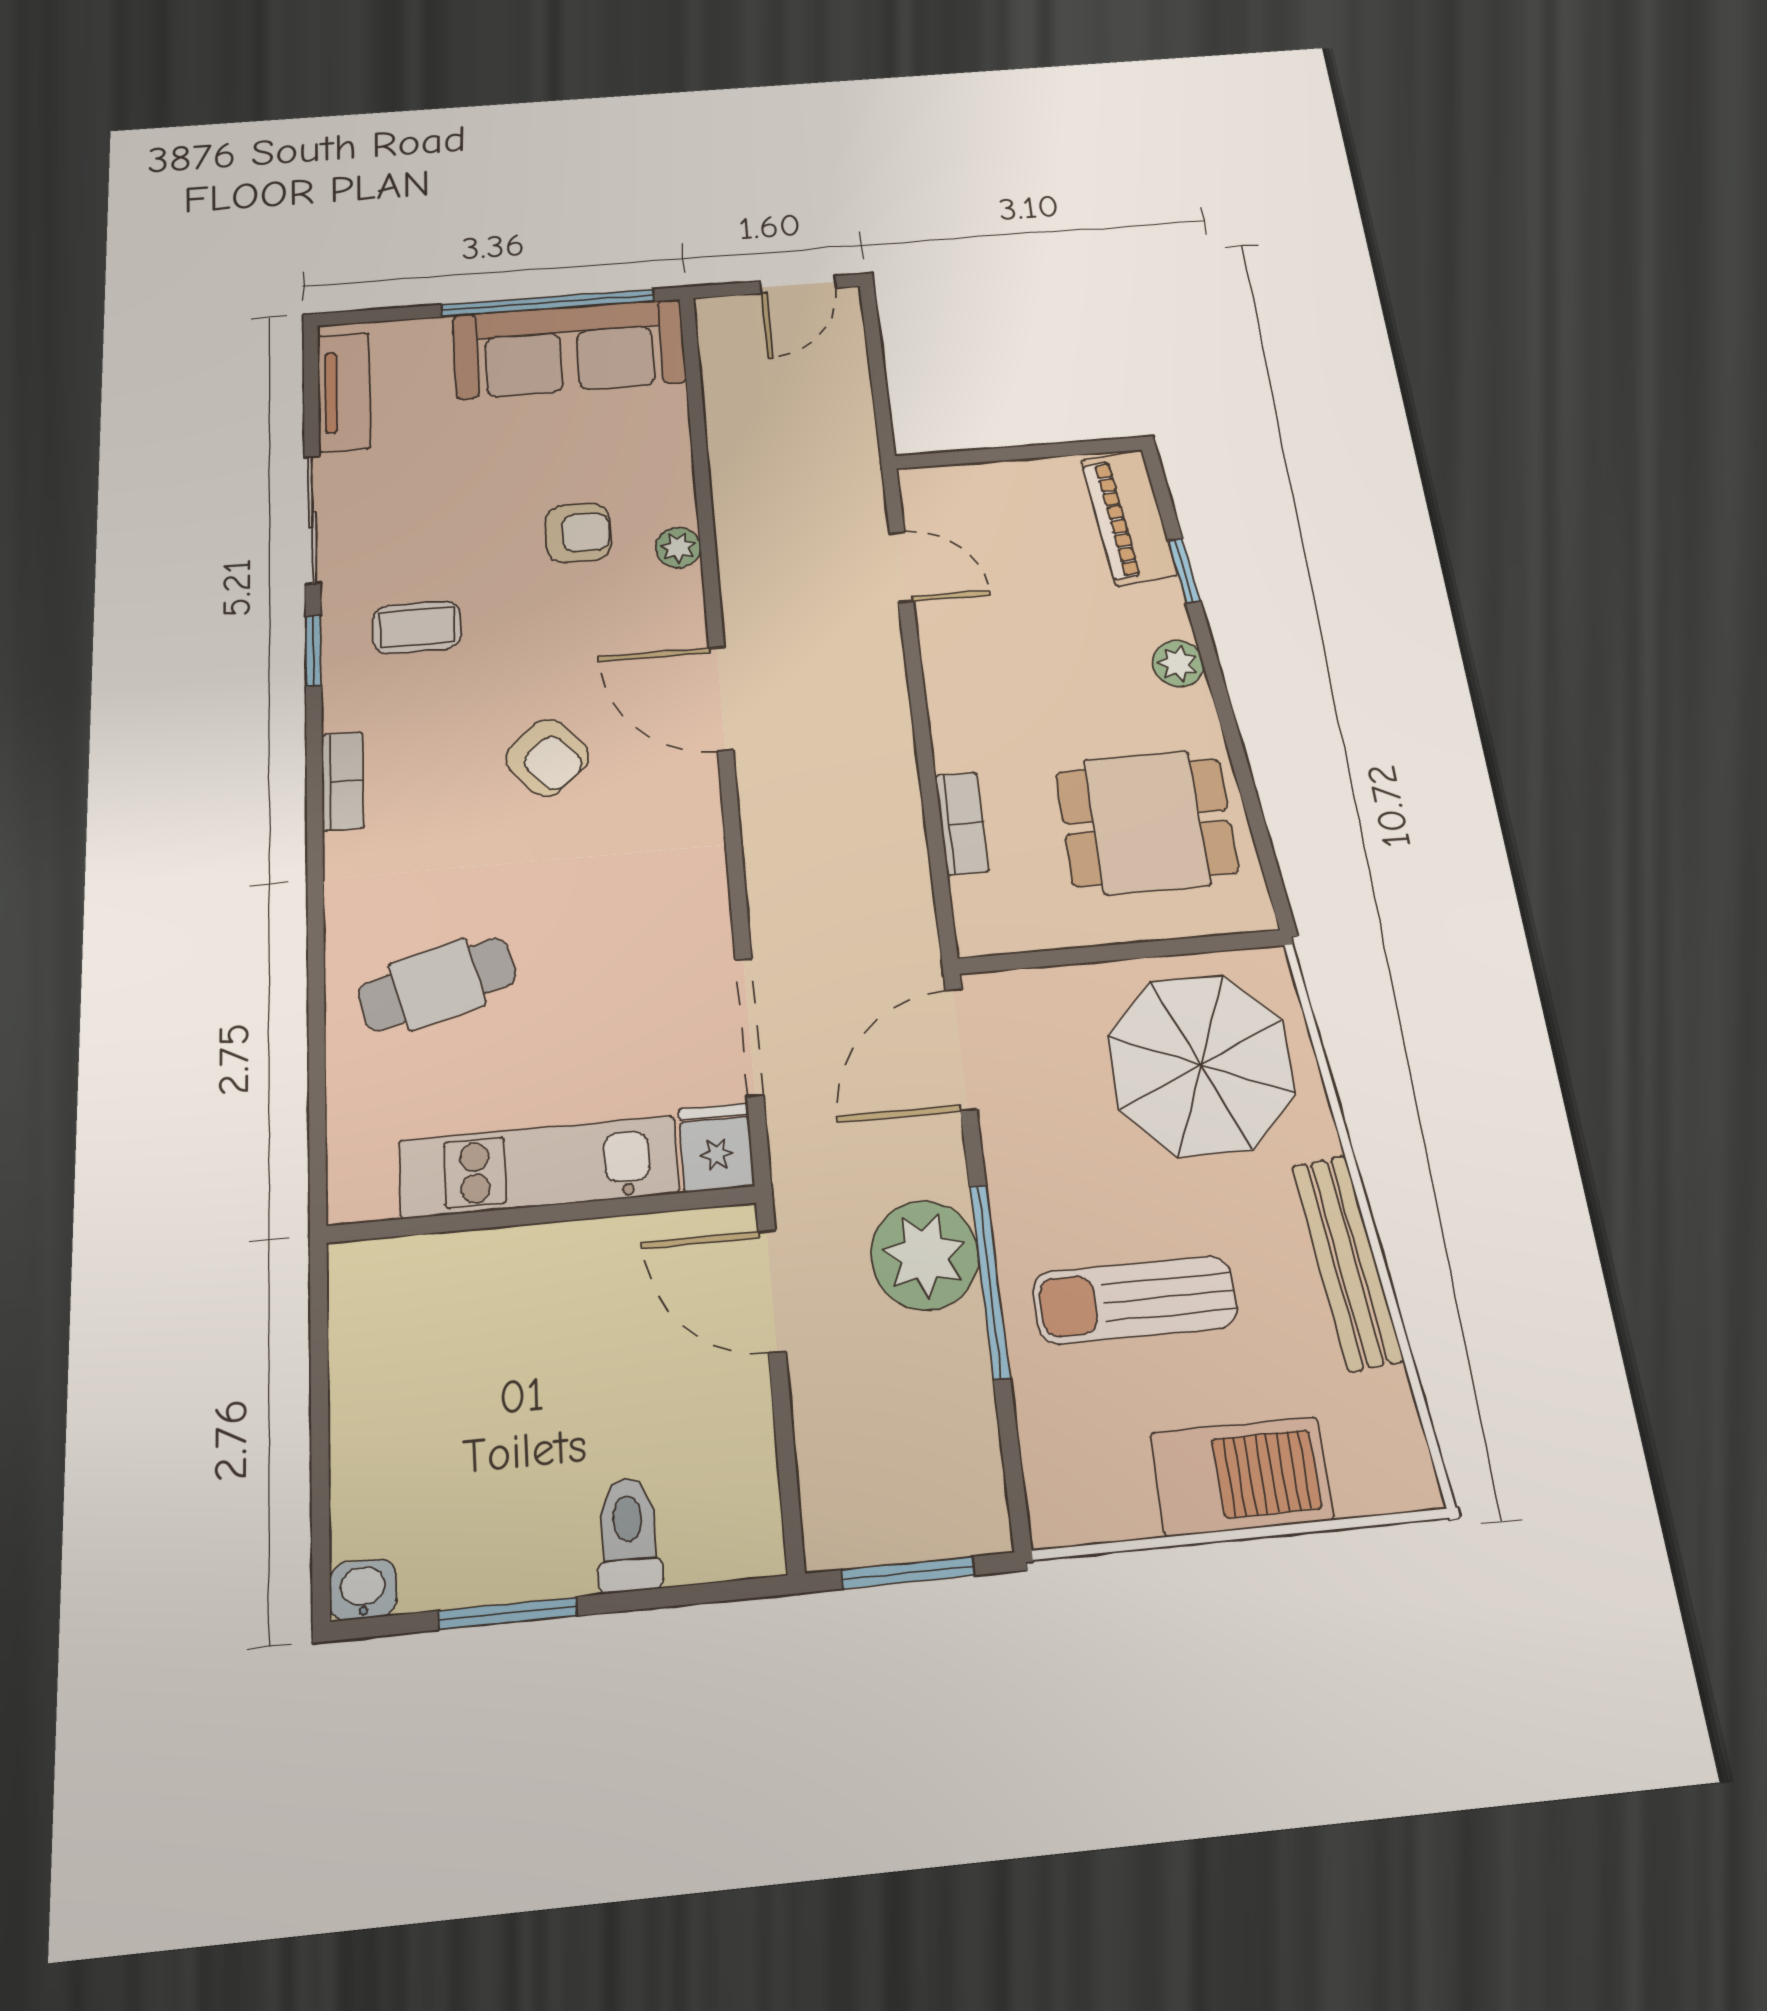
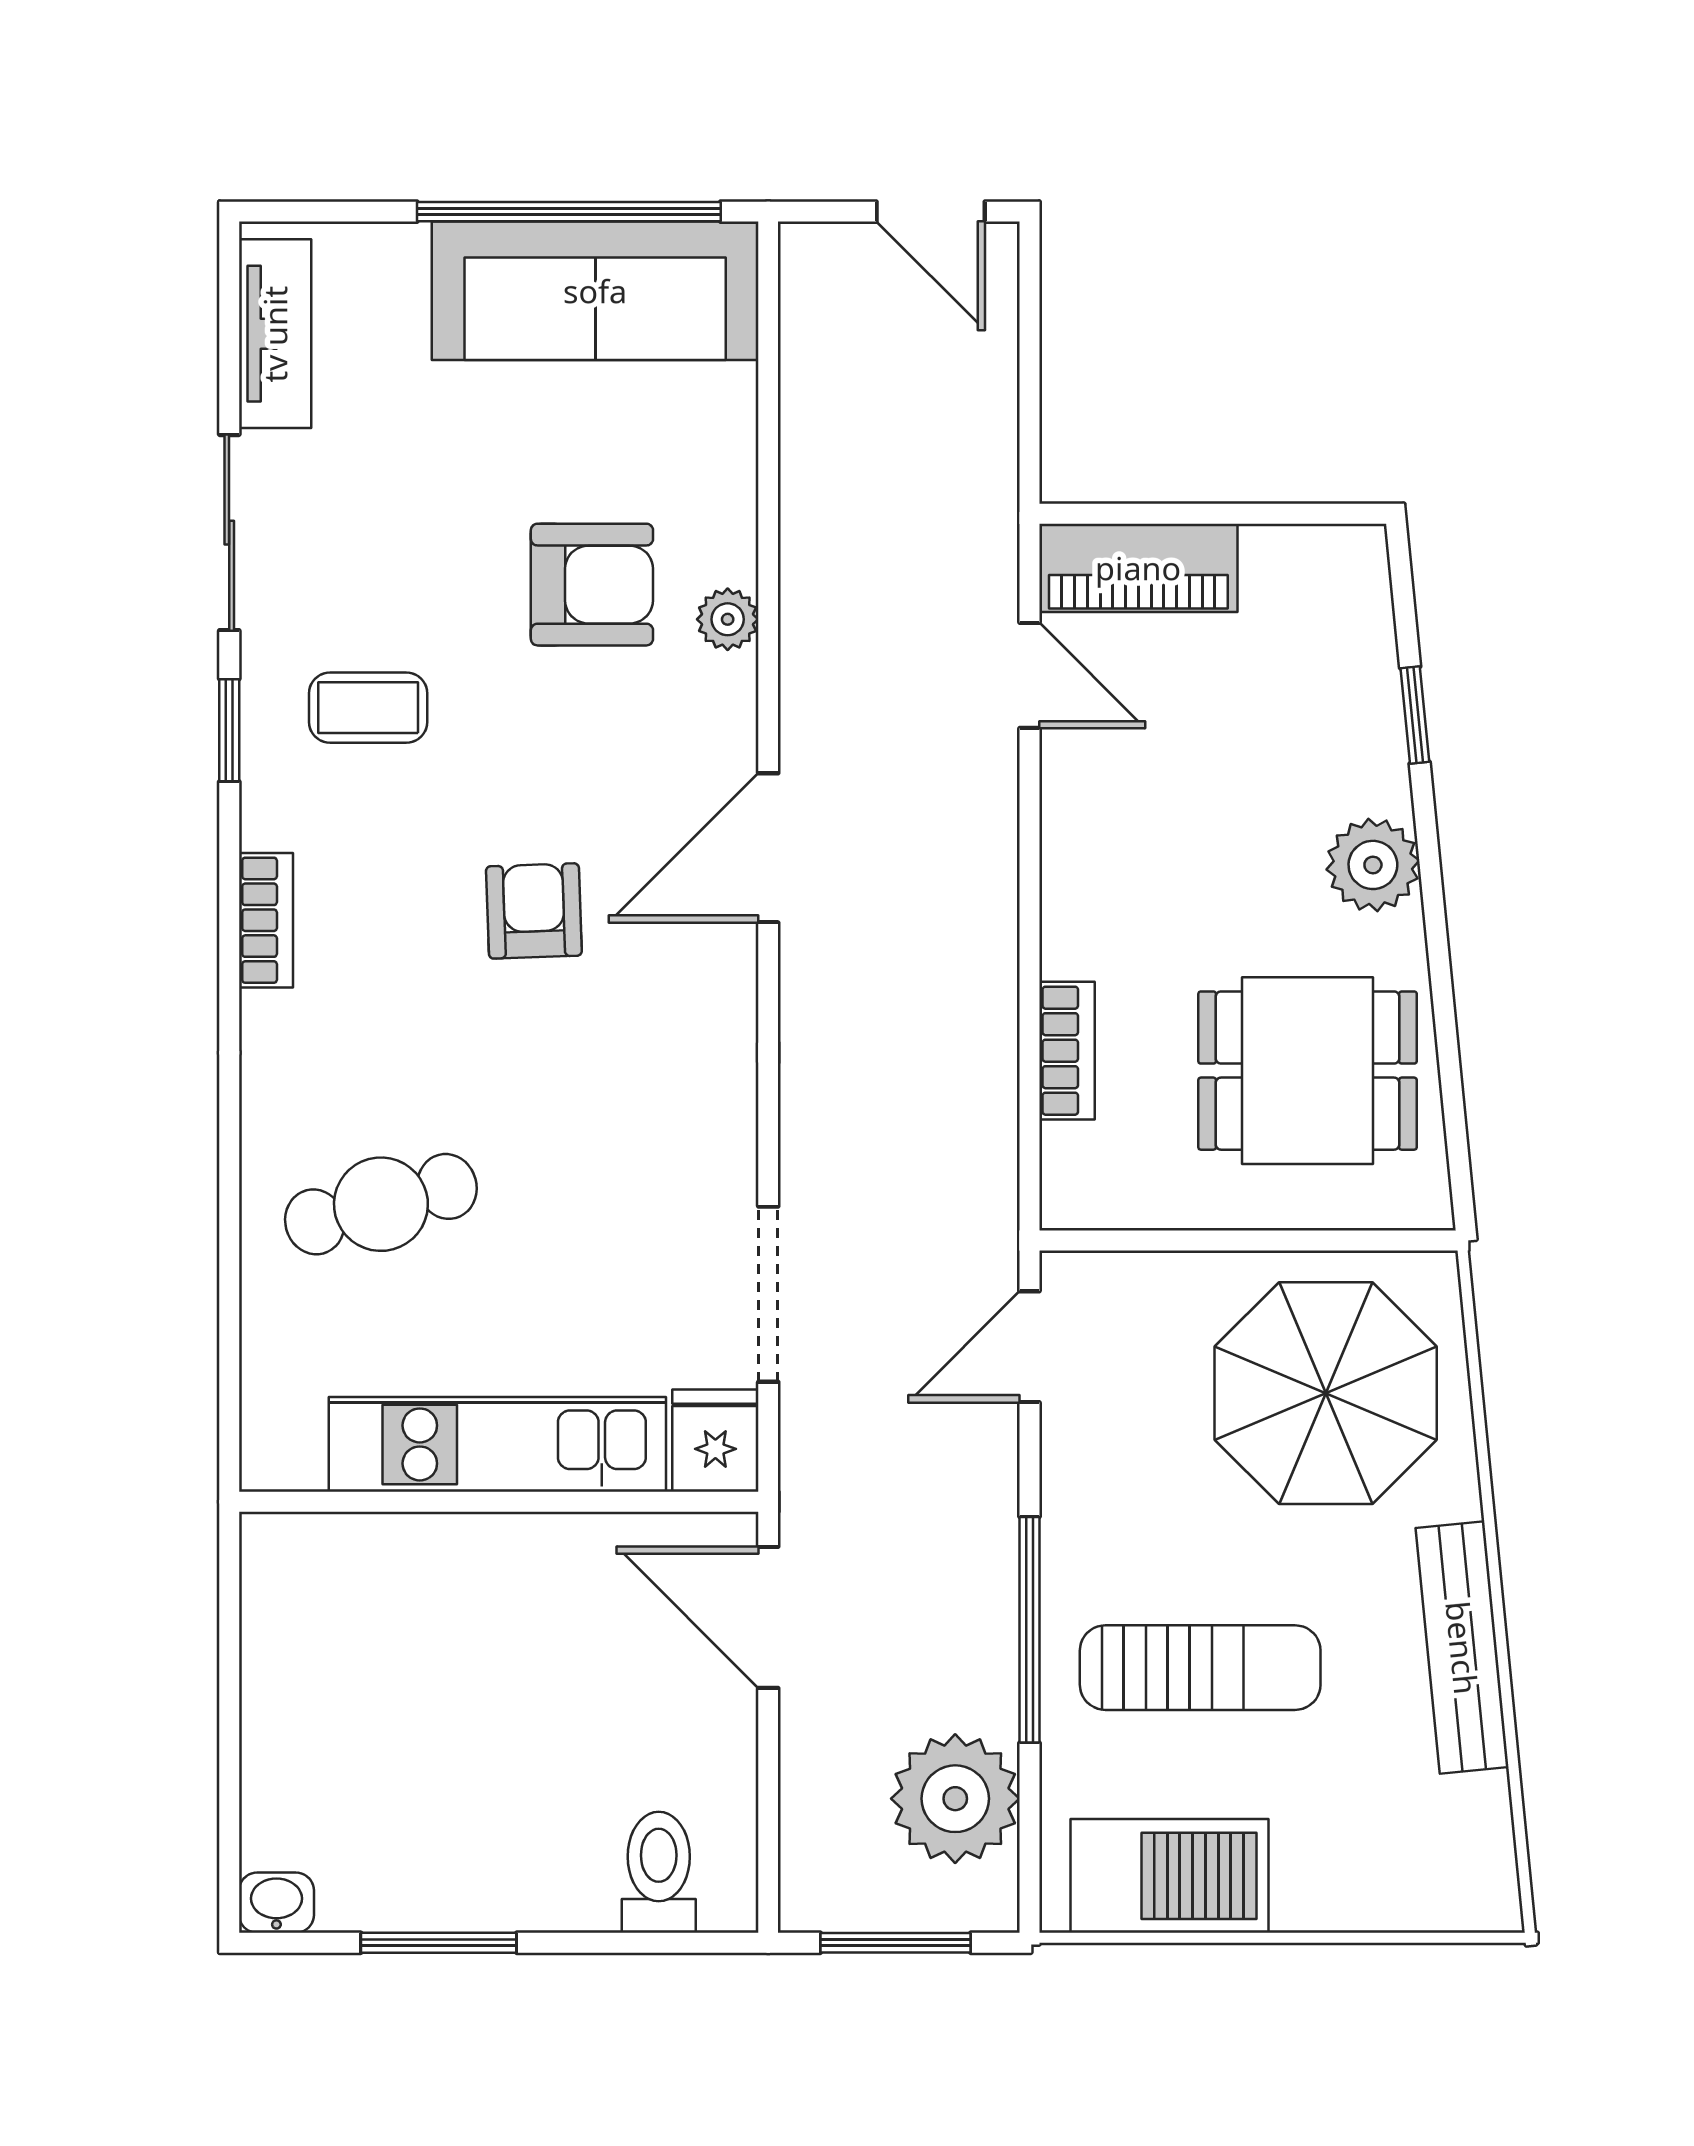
door: (798, 285) -> (931, 212), hinge flipped
piano: (1129, 517) -> (1138, 568), moved, turned -84
armchair: (578, 533) -> (592, 585), width x1.38, depth x1.38
plant: (1178, 663) -> (1373, 865), width x1.38, depth x1.38
door: (721, 699) -> (768, 848), hinge flipped
armchair: (547, 758) -> (534, 911), turned -141
door: (961, 1049) -> (1029, 1347), width x0.73
plant: (925, 1255) -> (955, 1799), moved
sun lounger: (1135, 1300) -> (1200, 1668), turned 180
barbecue: (1242, 1476) -> (1169, 1876), moved
toilet: (628, 1534) -> (659, 1872), moved

